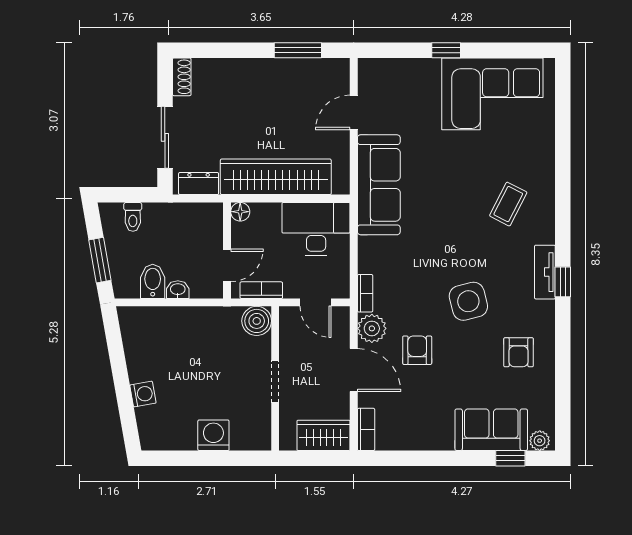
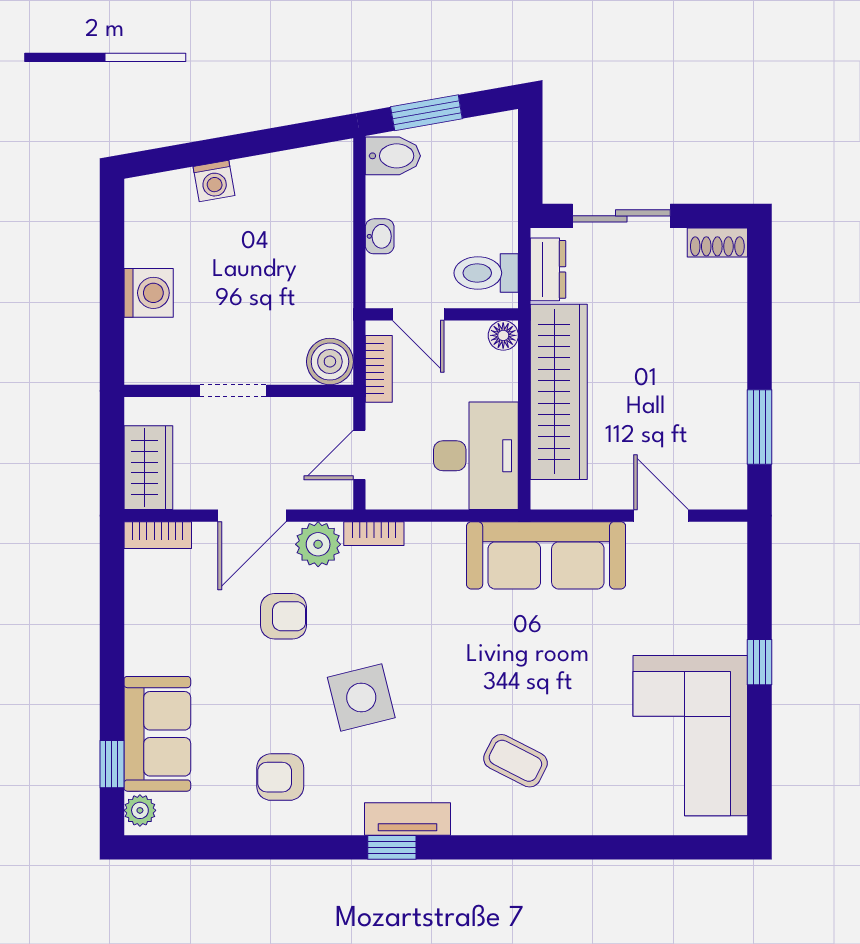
toilet: (133, 217) -> (486, 273), moved, width x1.37, depth x1.39
bidet: (153, 281) -> (393, 156), moved

